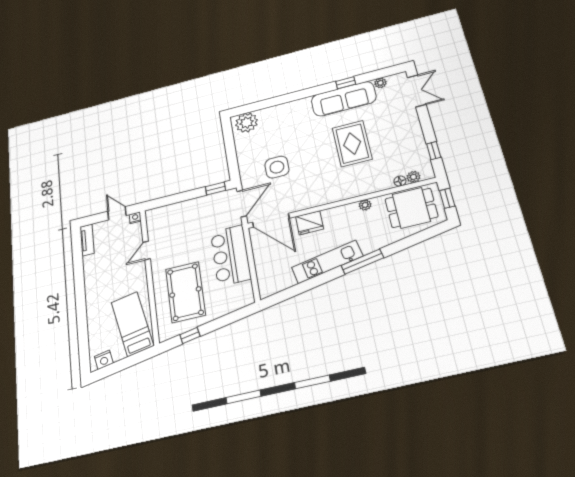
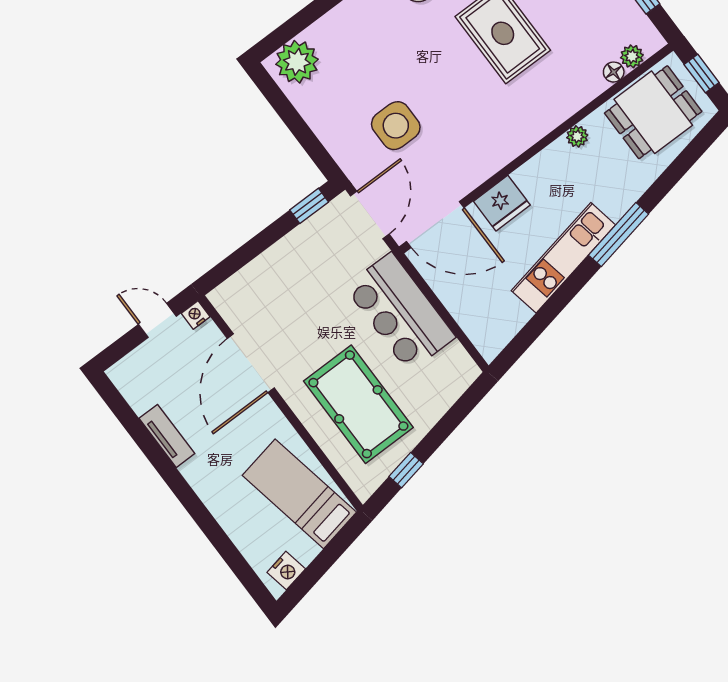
tv unit: (87, 240) -> (167, 436), moved
door: (147, 250) -> (251, 363), width x1.88

